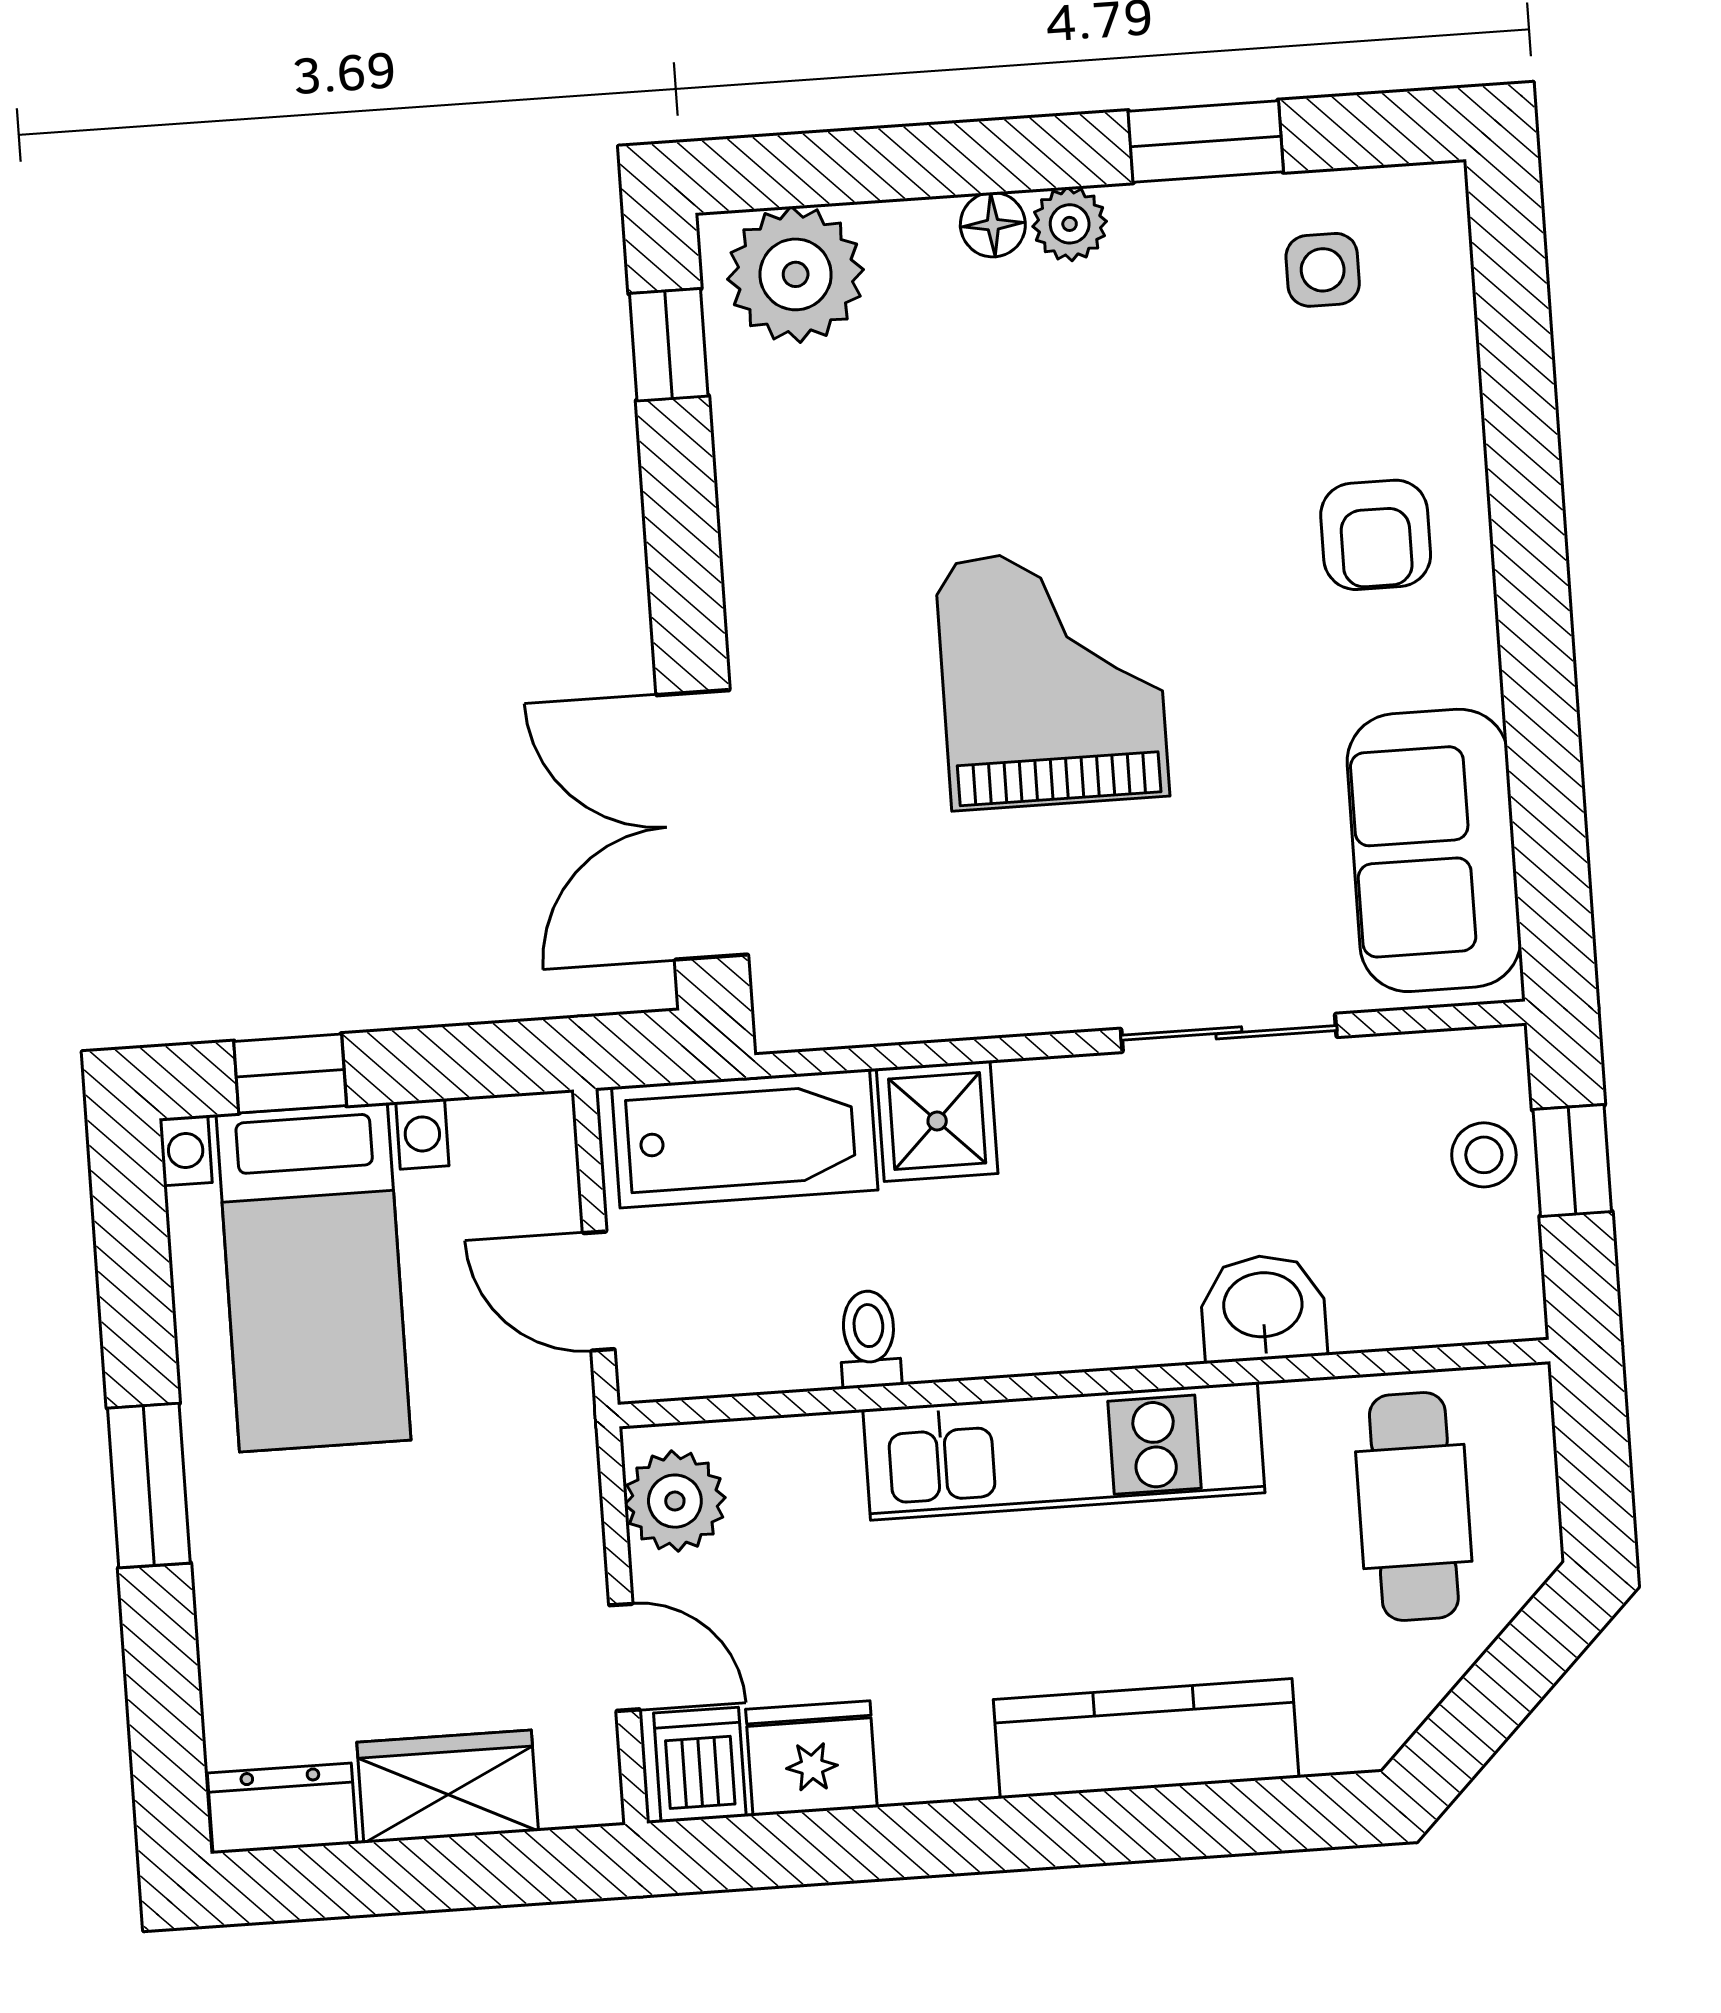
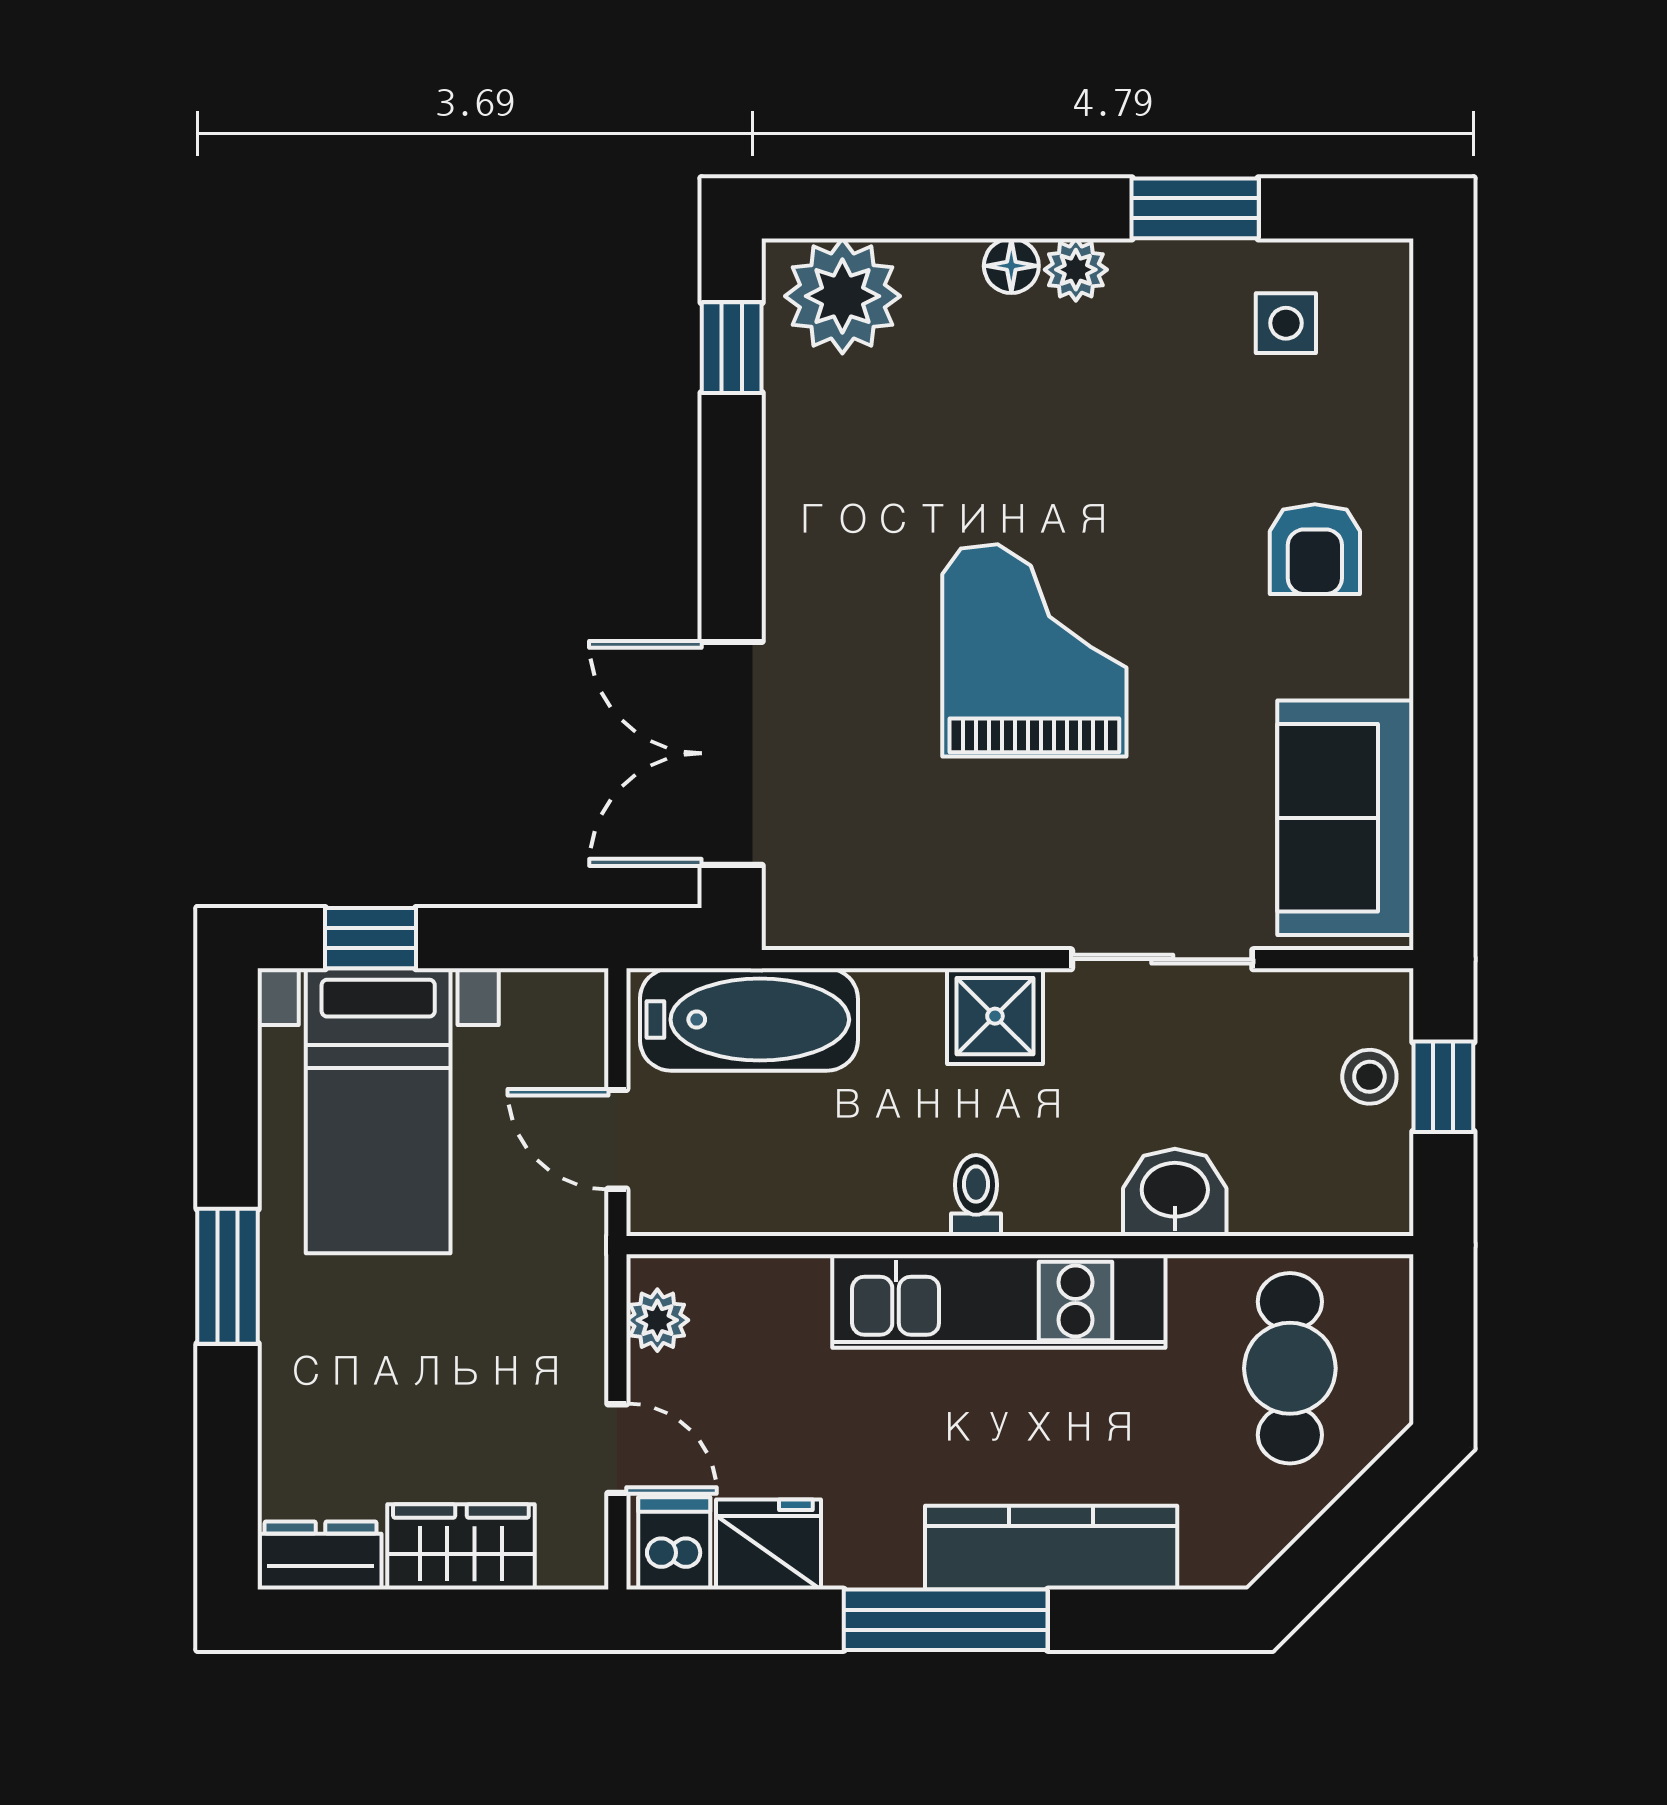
shower: (937, 1121) -> (995, 1016), moved
toilet: (869, 1339) -> (976, 1195), moved
plant: (675, 1501) -> (657, 1320), width x0.73, depth x0.73
window: (1027, 1833) -> (946, 1620), added

